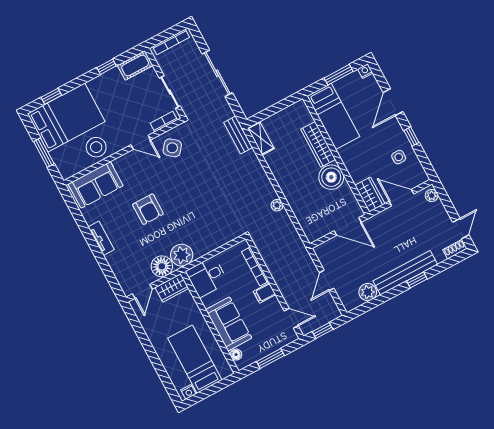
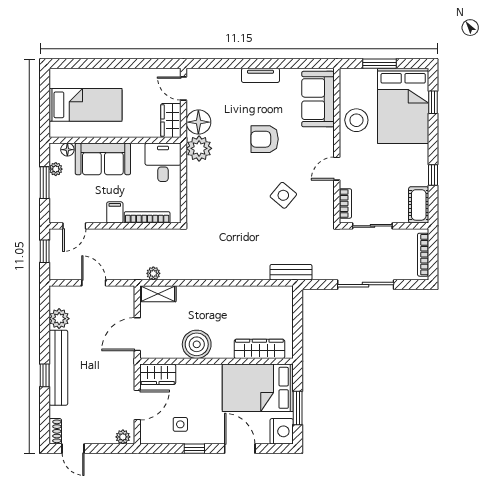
nightstand: (365, 71) -> (282, 431), width x1.89, depth x1.79
bed: (333, 116) -> (258, 388), width x1.50
shelving: (261, 138) -> (158, 294), moved
wardrobe: (318, 144) -> (259, 349), moved
side table: (172, 148) -> (283, 195), moved
plant: (277, 205) -> (153, 273), moved
plant: (256, 356) -> (56, 169), added
nightstand: (188, 392) -> (55, 80), removed

